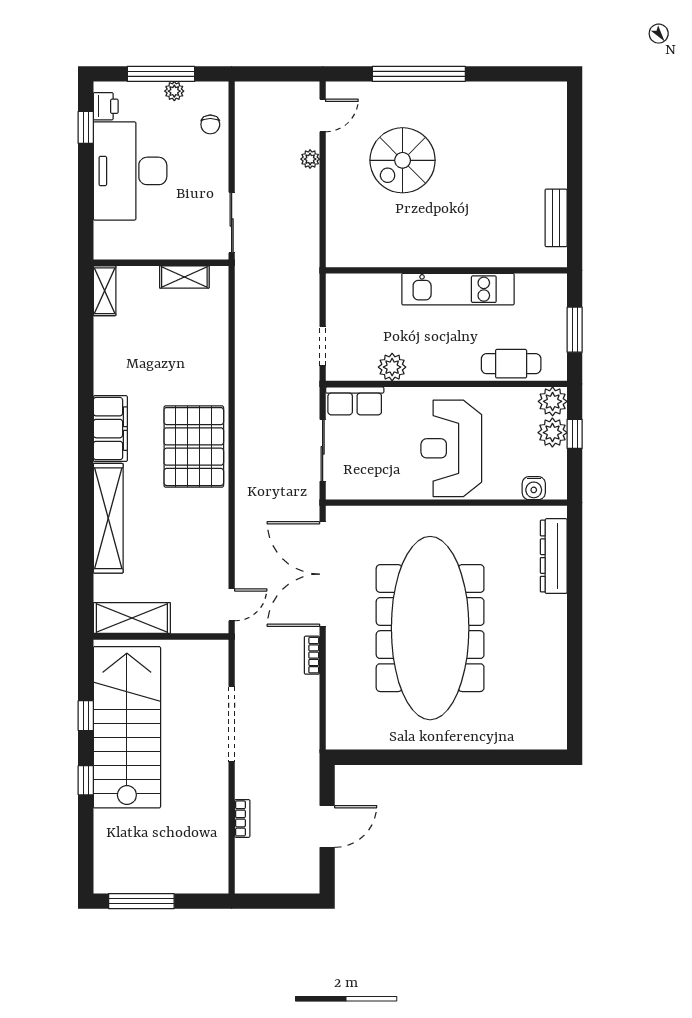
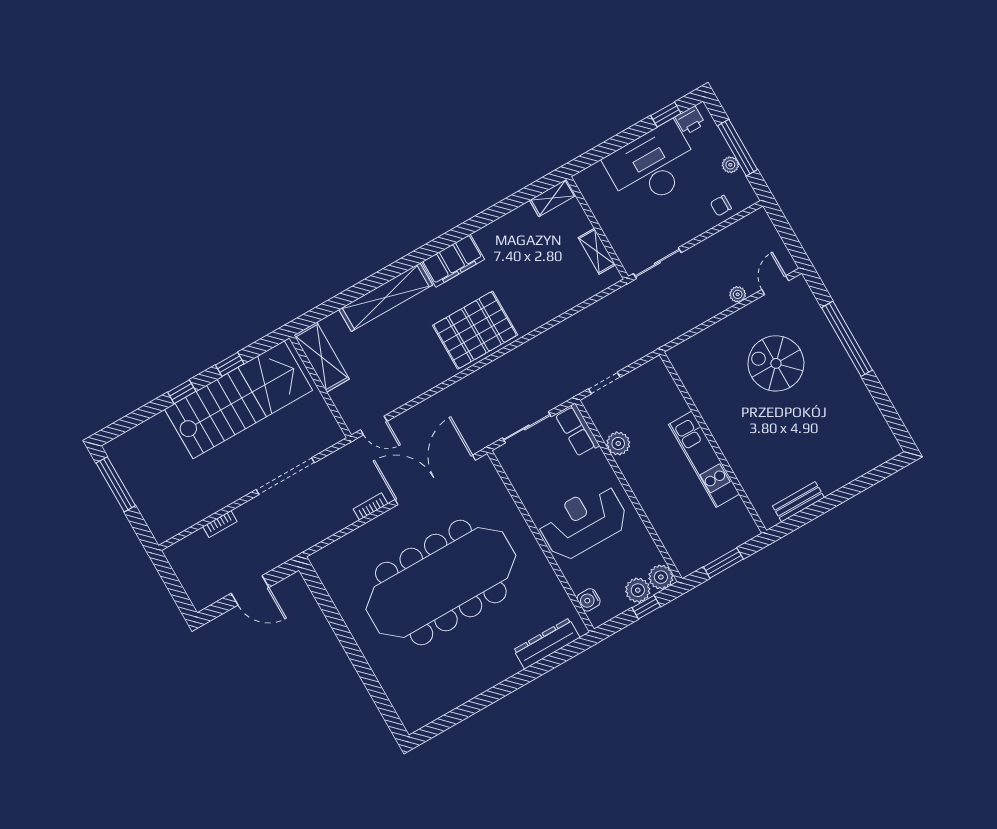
door: (323, 115) -> (775, 285), swing flipped
cafe table: (511, 364) -> (671, 530), removed

